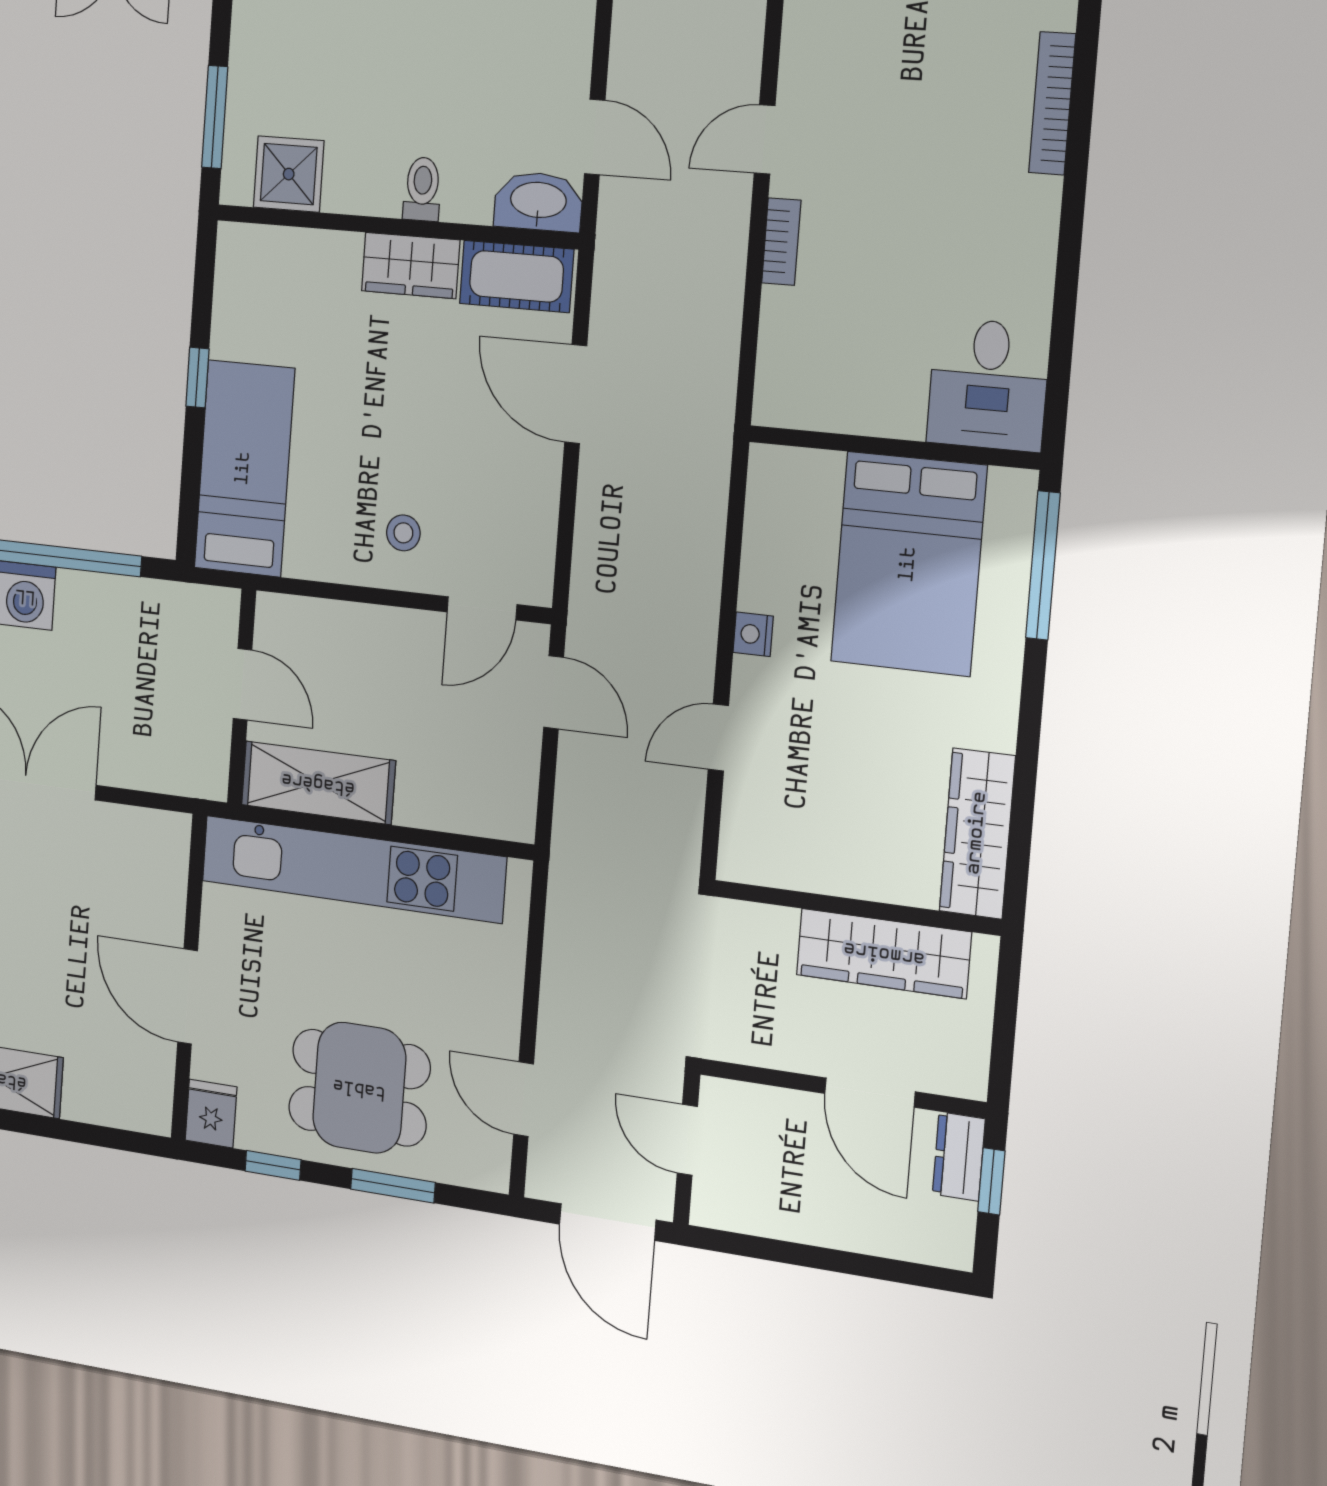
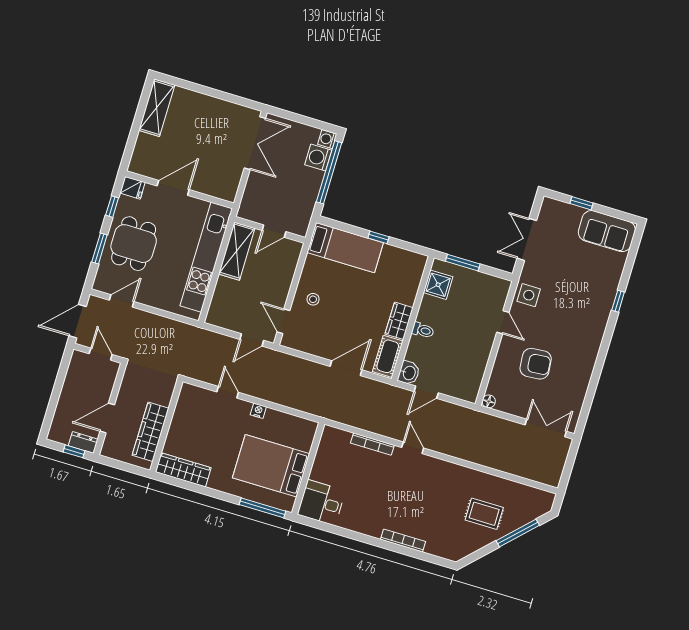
washbasin: (538, 202) -> (409, 373), width x0.72
bookcase: (781, 242) -> (372, 444), width x1.56
door: (687, 1140) -> (101, 354), hinge flipped

